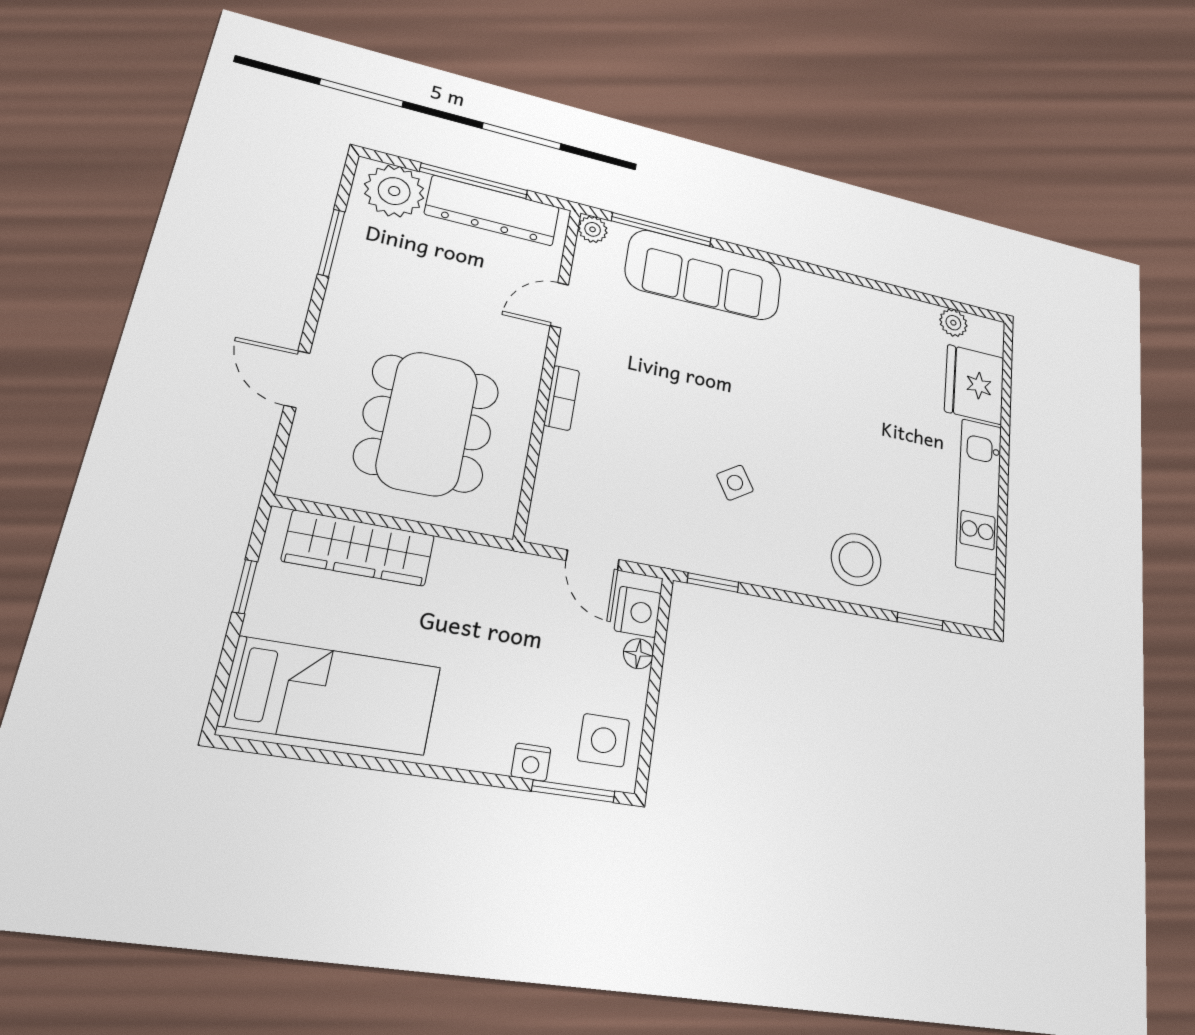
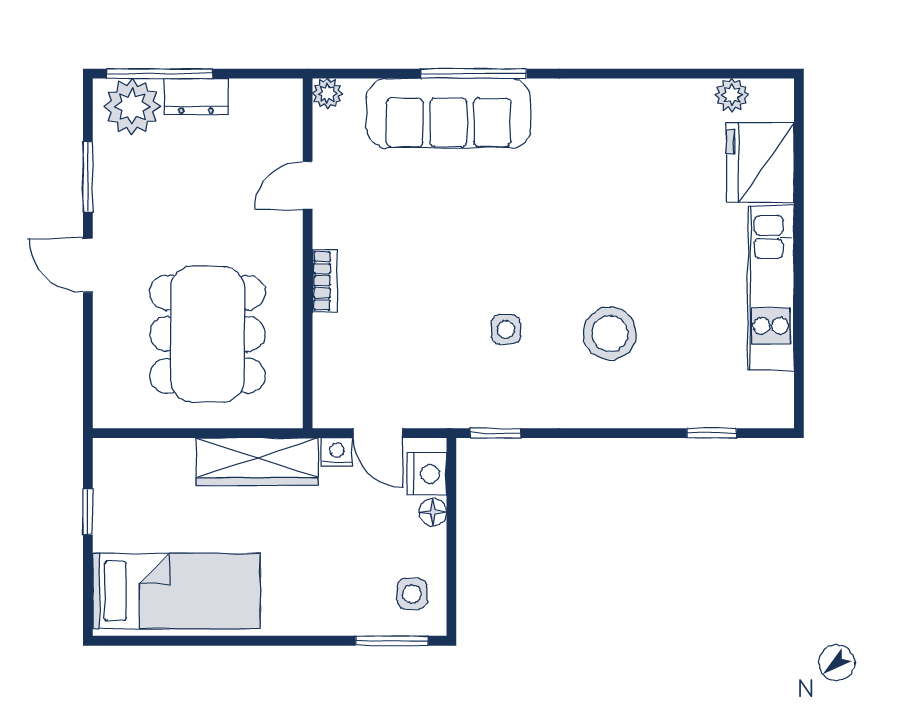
window: (474, 181) -> (160, 74), moved
dresser: (493, 211) -> (196, 97), width x0.51, depth x0.80
window: (662, 230) -> (474, 74), moved
door: (297, 379) -> (88, 265), moved
side table: (735, 483) -> (506, 329), turned 32
wardrobe: (359, 548) -> (257, 462), moved
stool: (856, 559) -> (610, 333), moved
side table: (604, 740) -> (412, 594), width x0.73, depth x0.73
nightstand: (531, 762) -> (337, 452), moved, turned 180

